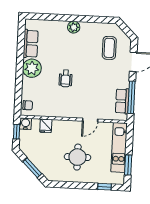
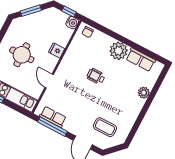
plant: (74, 27) -> (144, 93), moved
fridge: (46, 126) -> (57, 50), moved

